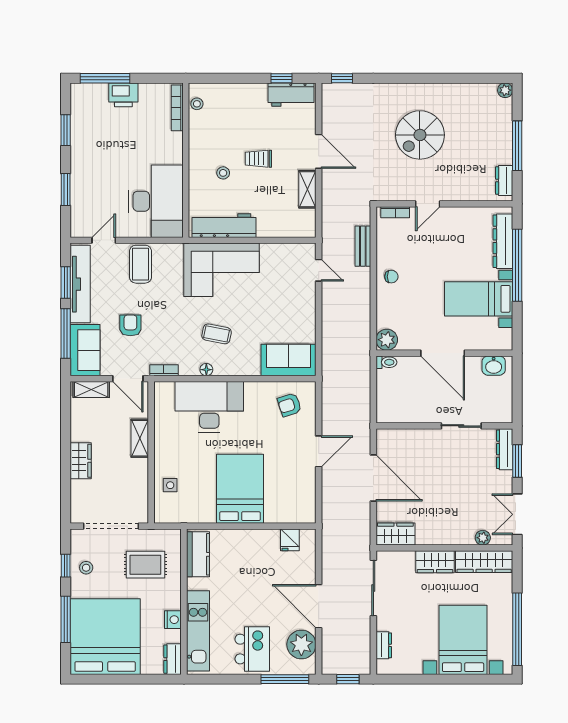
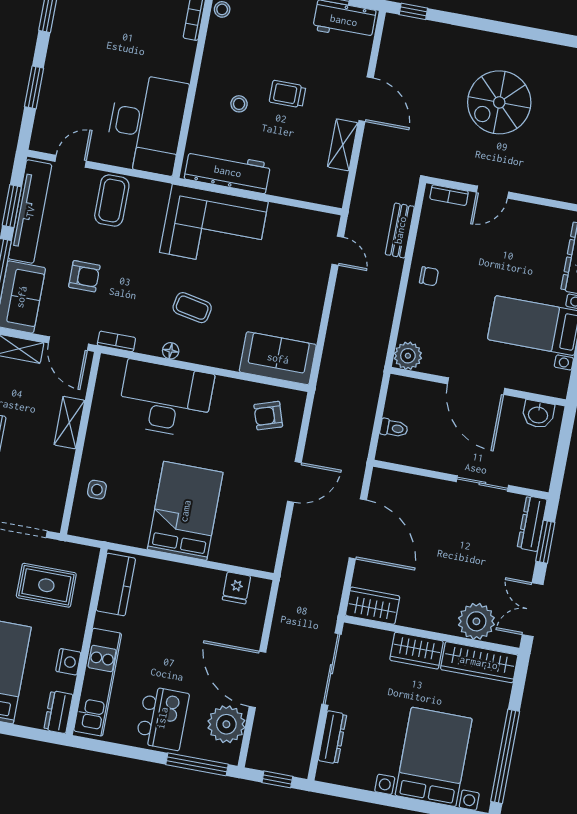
armchair: (130, 325) -> (84, 276), turned 90
toilet: (386, 362) -> (394, 428), moved
plant: (483, 538) -> (476, 621), width x1.88, depth x1.88
dresser: (384, 645) -> (333, 737), width x1.44

